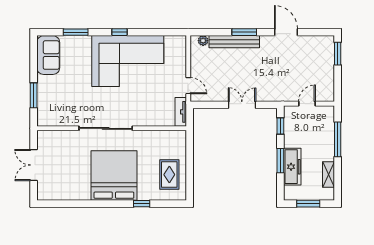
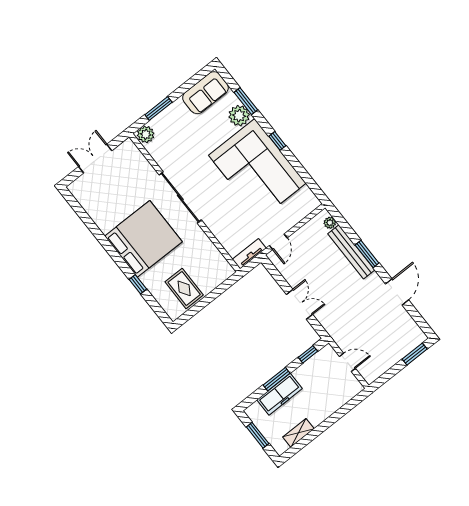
plant: (82, 45) -> (239, 116), added
plant: (44, 118) -> (146, 134), added
window: (338, 139) -> (337, 416), removed
rug: (169, 175) -> (184, 288), turned 90

